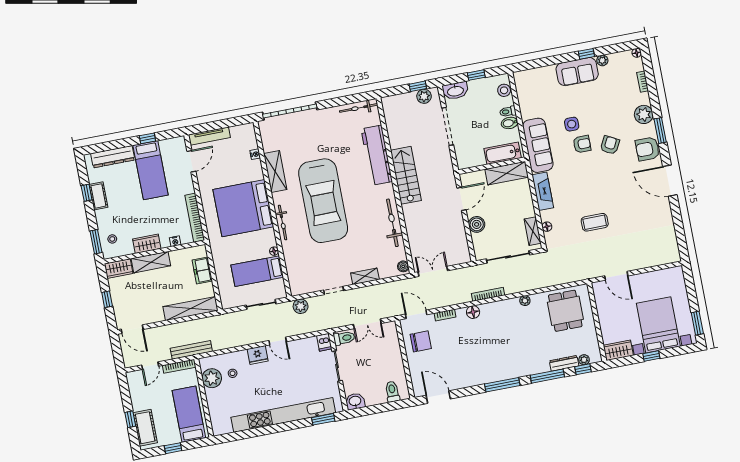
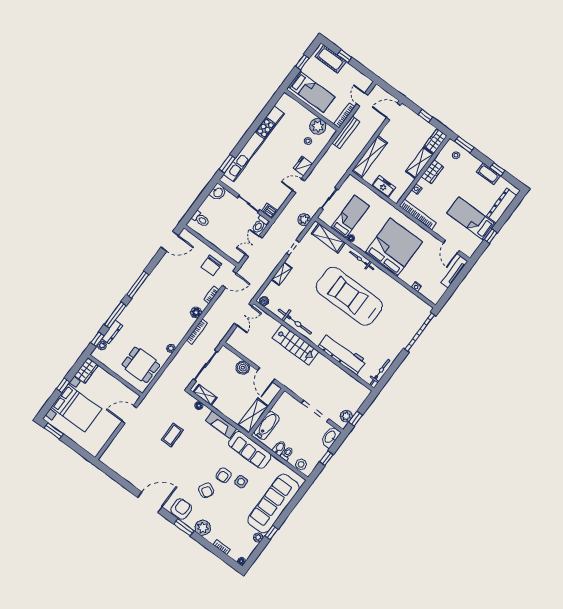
sofa: (577, 72) -> (273, 504), width x1.85, depth x1.27
shelving: (275, 172) -> (328, 238), moved
stairs: (406, 175) -> (295, 345), moved

